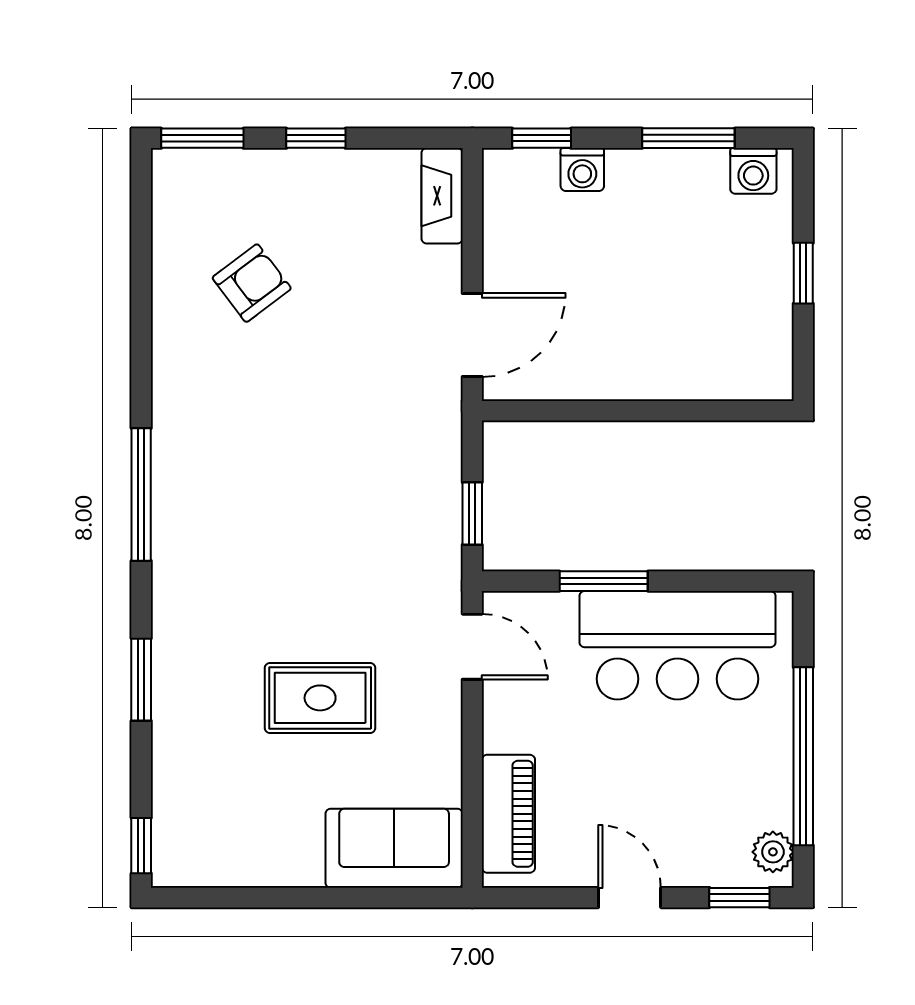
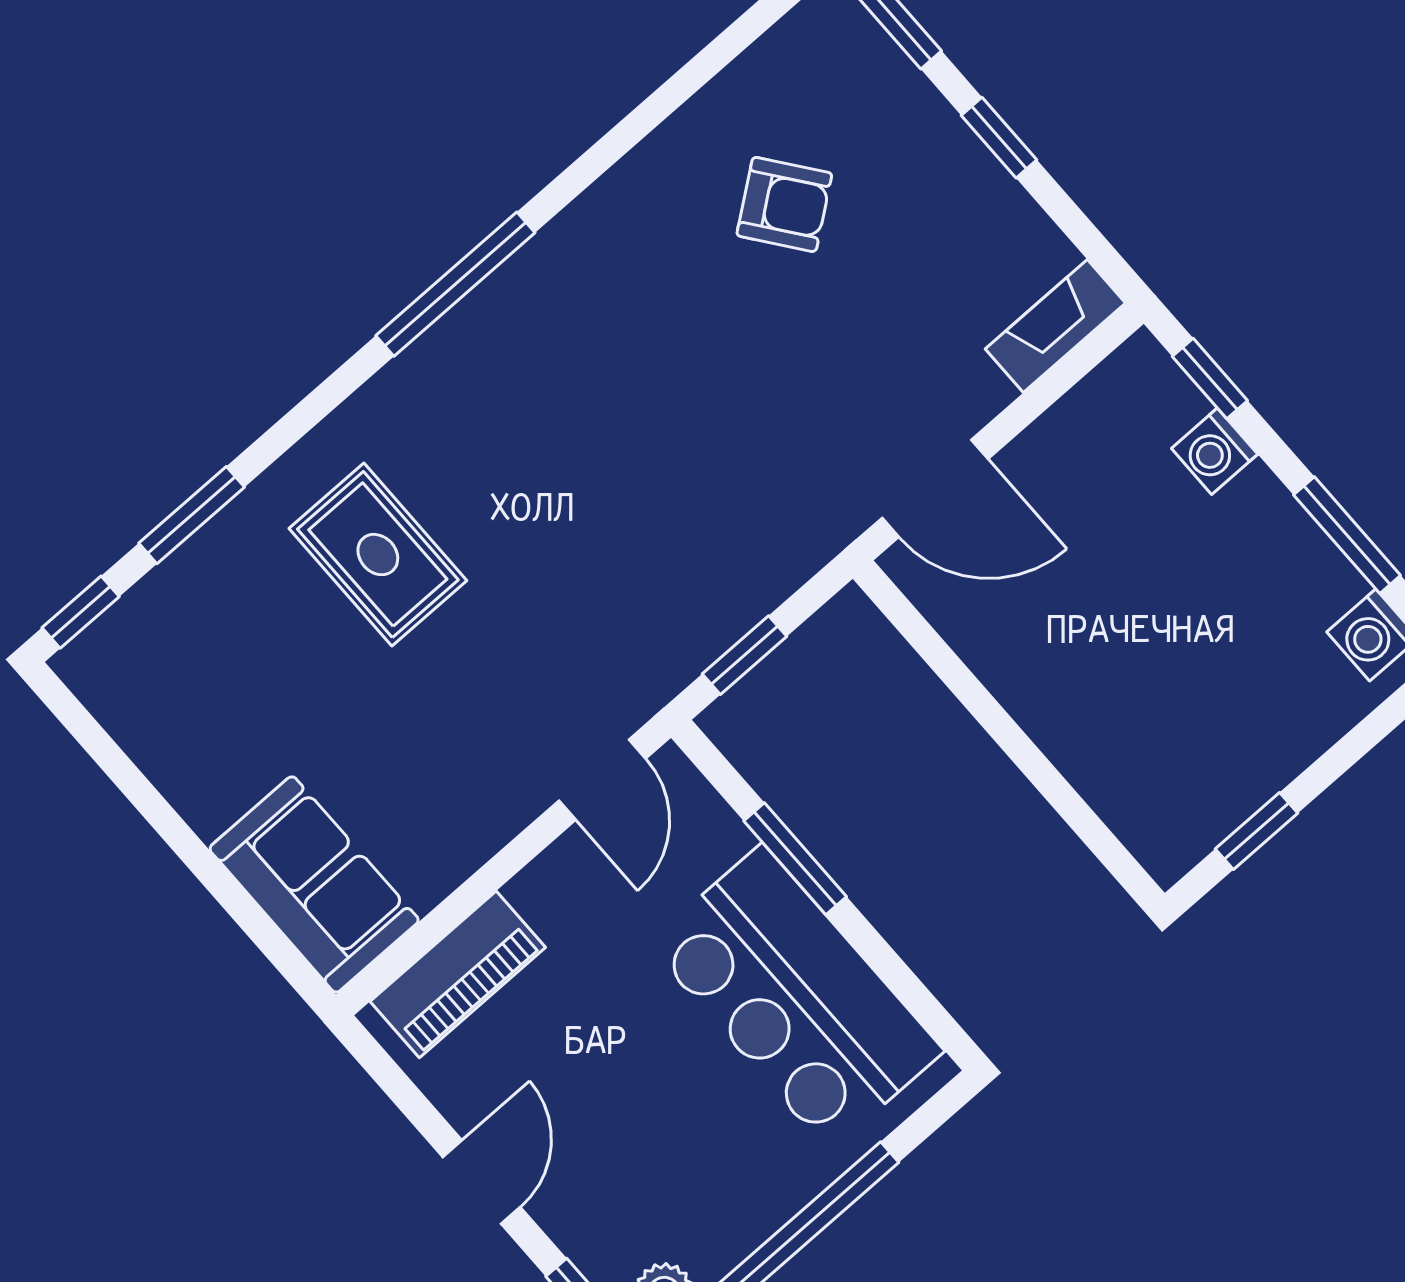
window: (803, 273) -> (1257, 831), moved
window: (141, 680) -> (192, 515), moved
rug: (320, 698) -> (378, 555), moved

